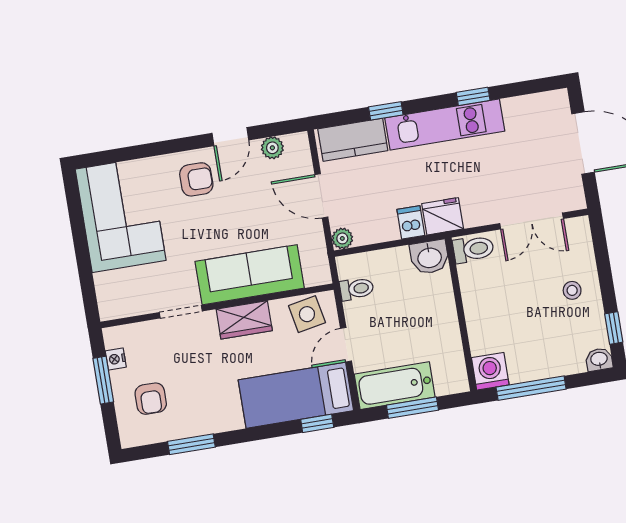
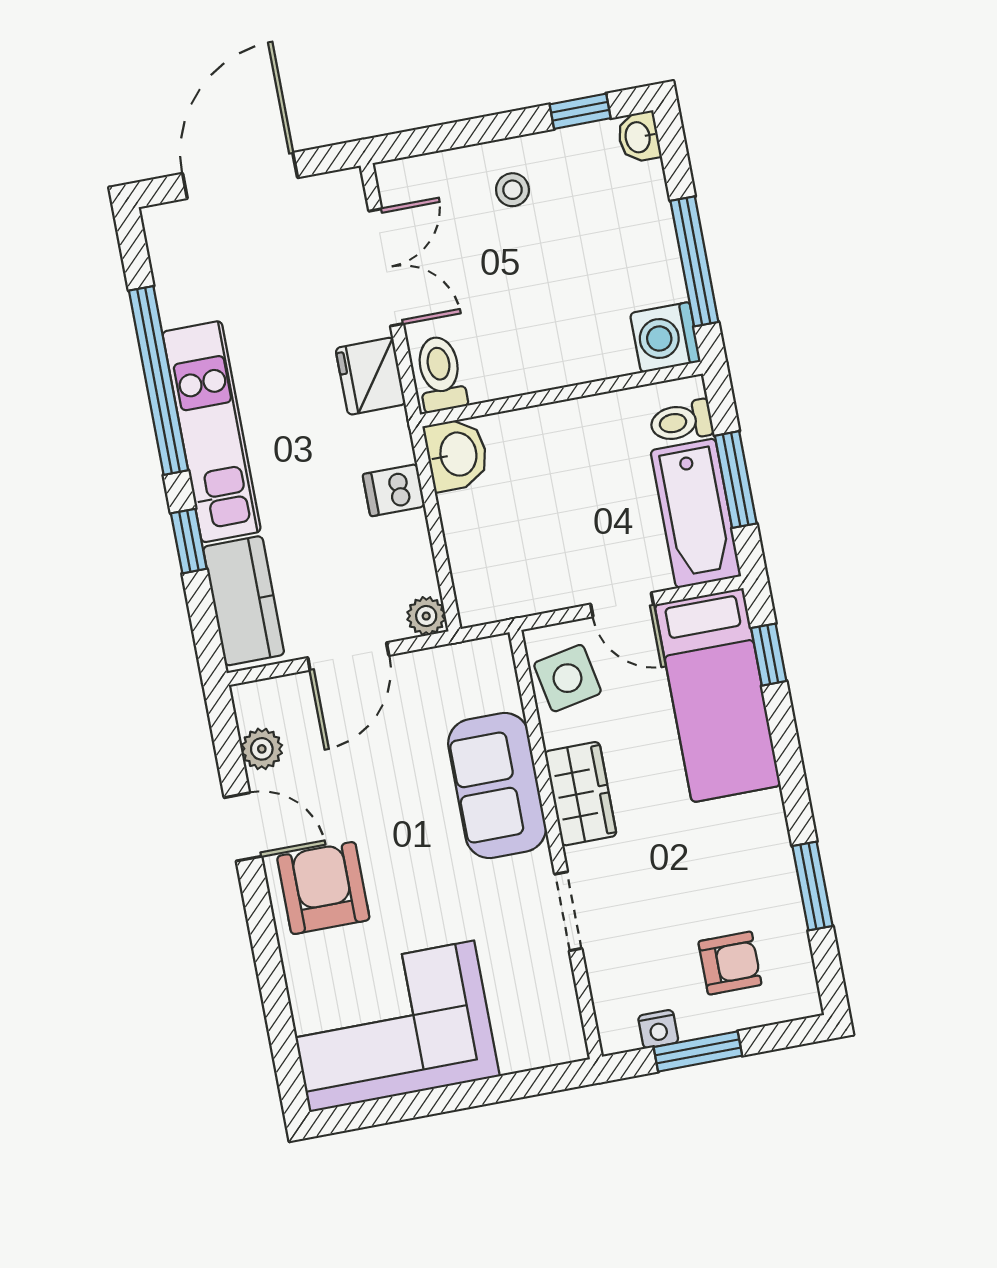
window: (473, 96) -> (159, 380), width x3.17
armchair: (196, 179) -> (323, 888), width x1.38, depth x1.38
fridge: (443, 216) -> (371, 376), moved
sofa: (250, 275) -> (497, 786), width x0.73
toilet: (357, 289) -> (681, 422), moved, turned -90

